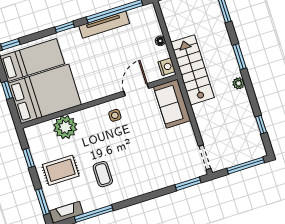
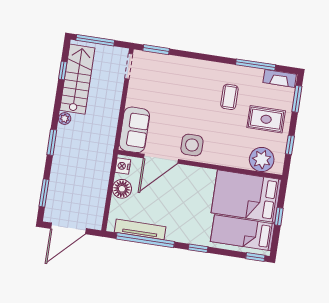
tv unit: (104, 25) -> (140, 229), moved
floor lamp: (160, 41) -> (122, 189), width x1.89, depth x1.89
stairs: (192, 70) -> (77, 79), moved, turned 180
door: (136, 90) -> (161, 159), width x1.36
side table: (115, 115) -> (192, 145), width x1.87, depth x1.87
plant: (65, 127) -> (262, 160), moved

